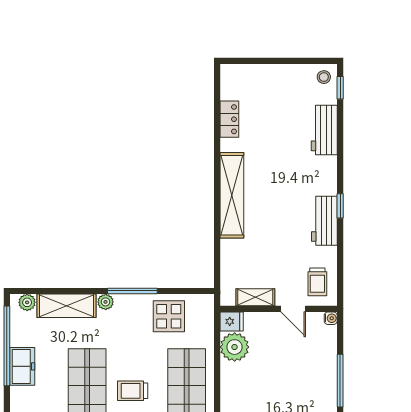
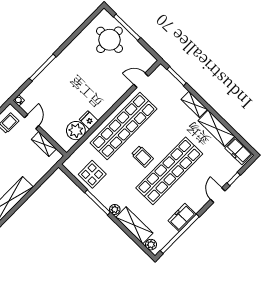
fridge: (232, 321) -> (89, 120), moved

